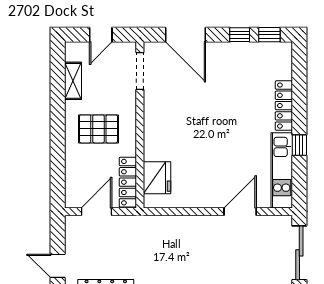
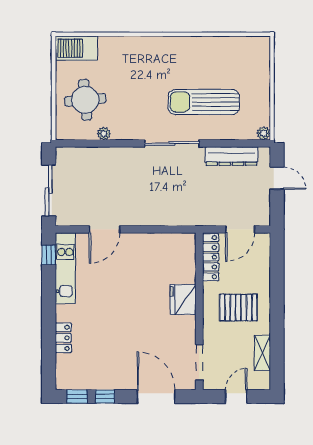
locker: (284, 106) -> (63, 338), width x0.66
window: (299, 145) -> (49, 255), moved
fridge: (157, 178) -> (183, 299), moved

